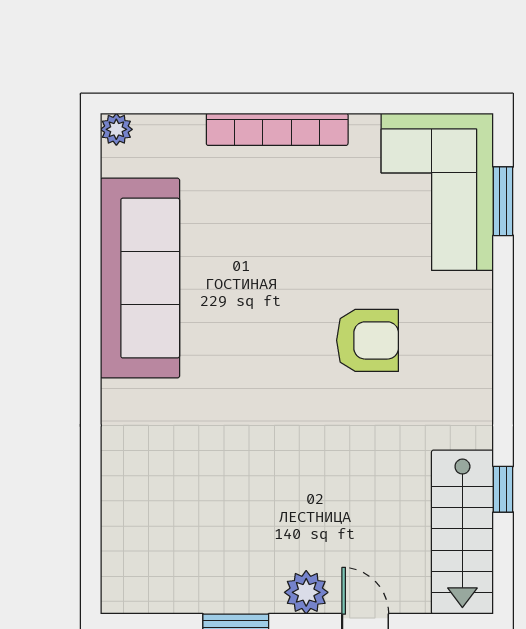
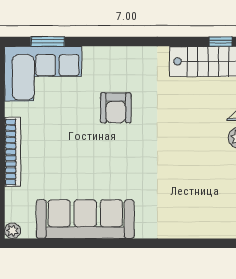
armchair: (367, 340) -> (116, 108), turned 180
window: (503, 489) -> (221, 41), moved

